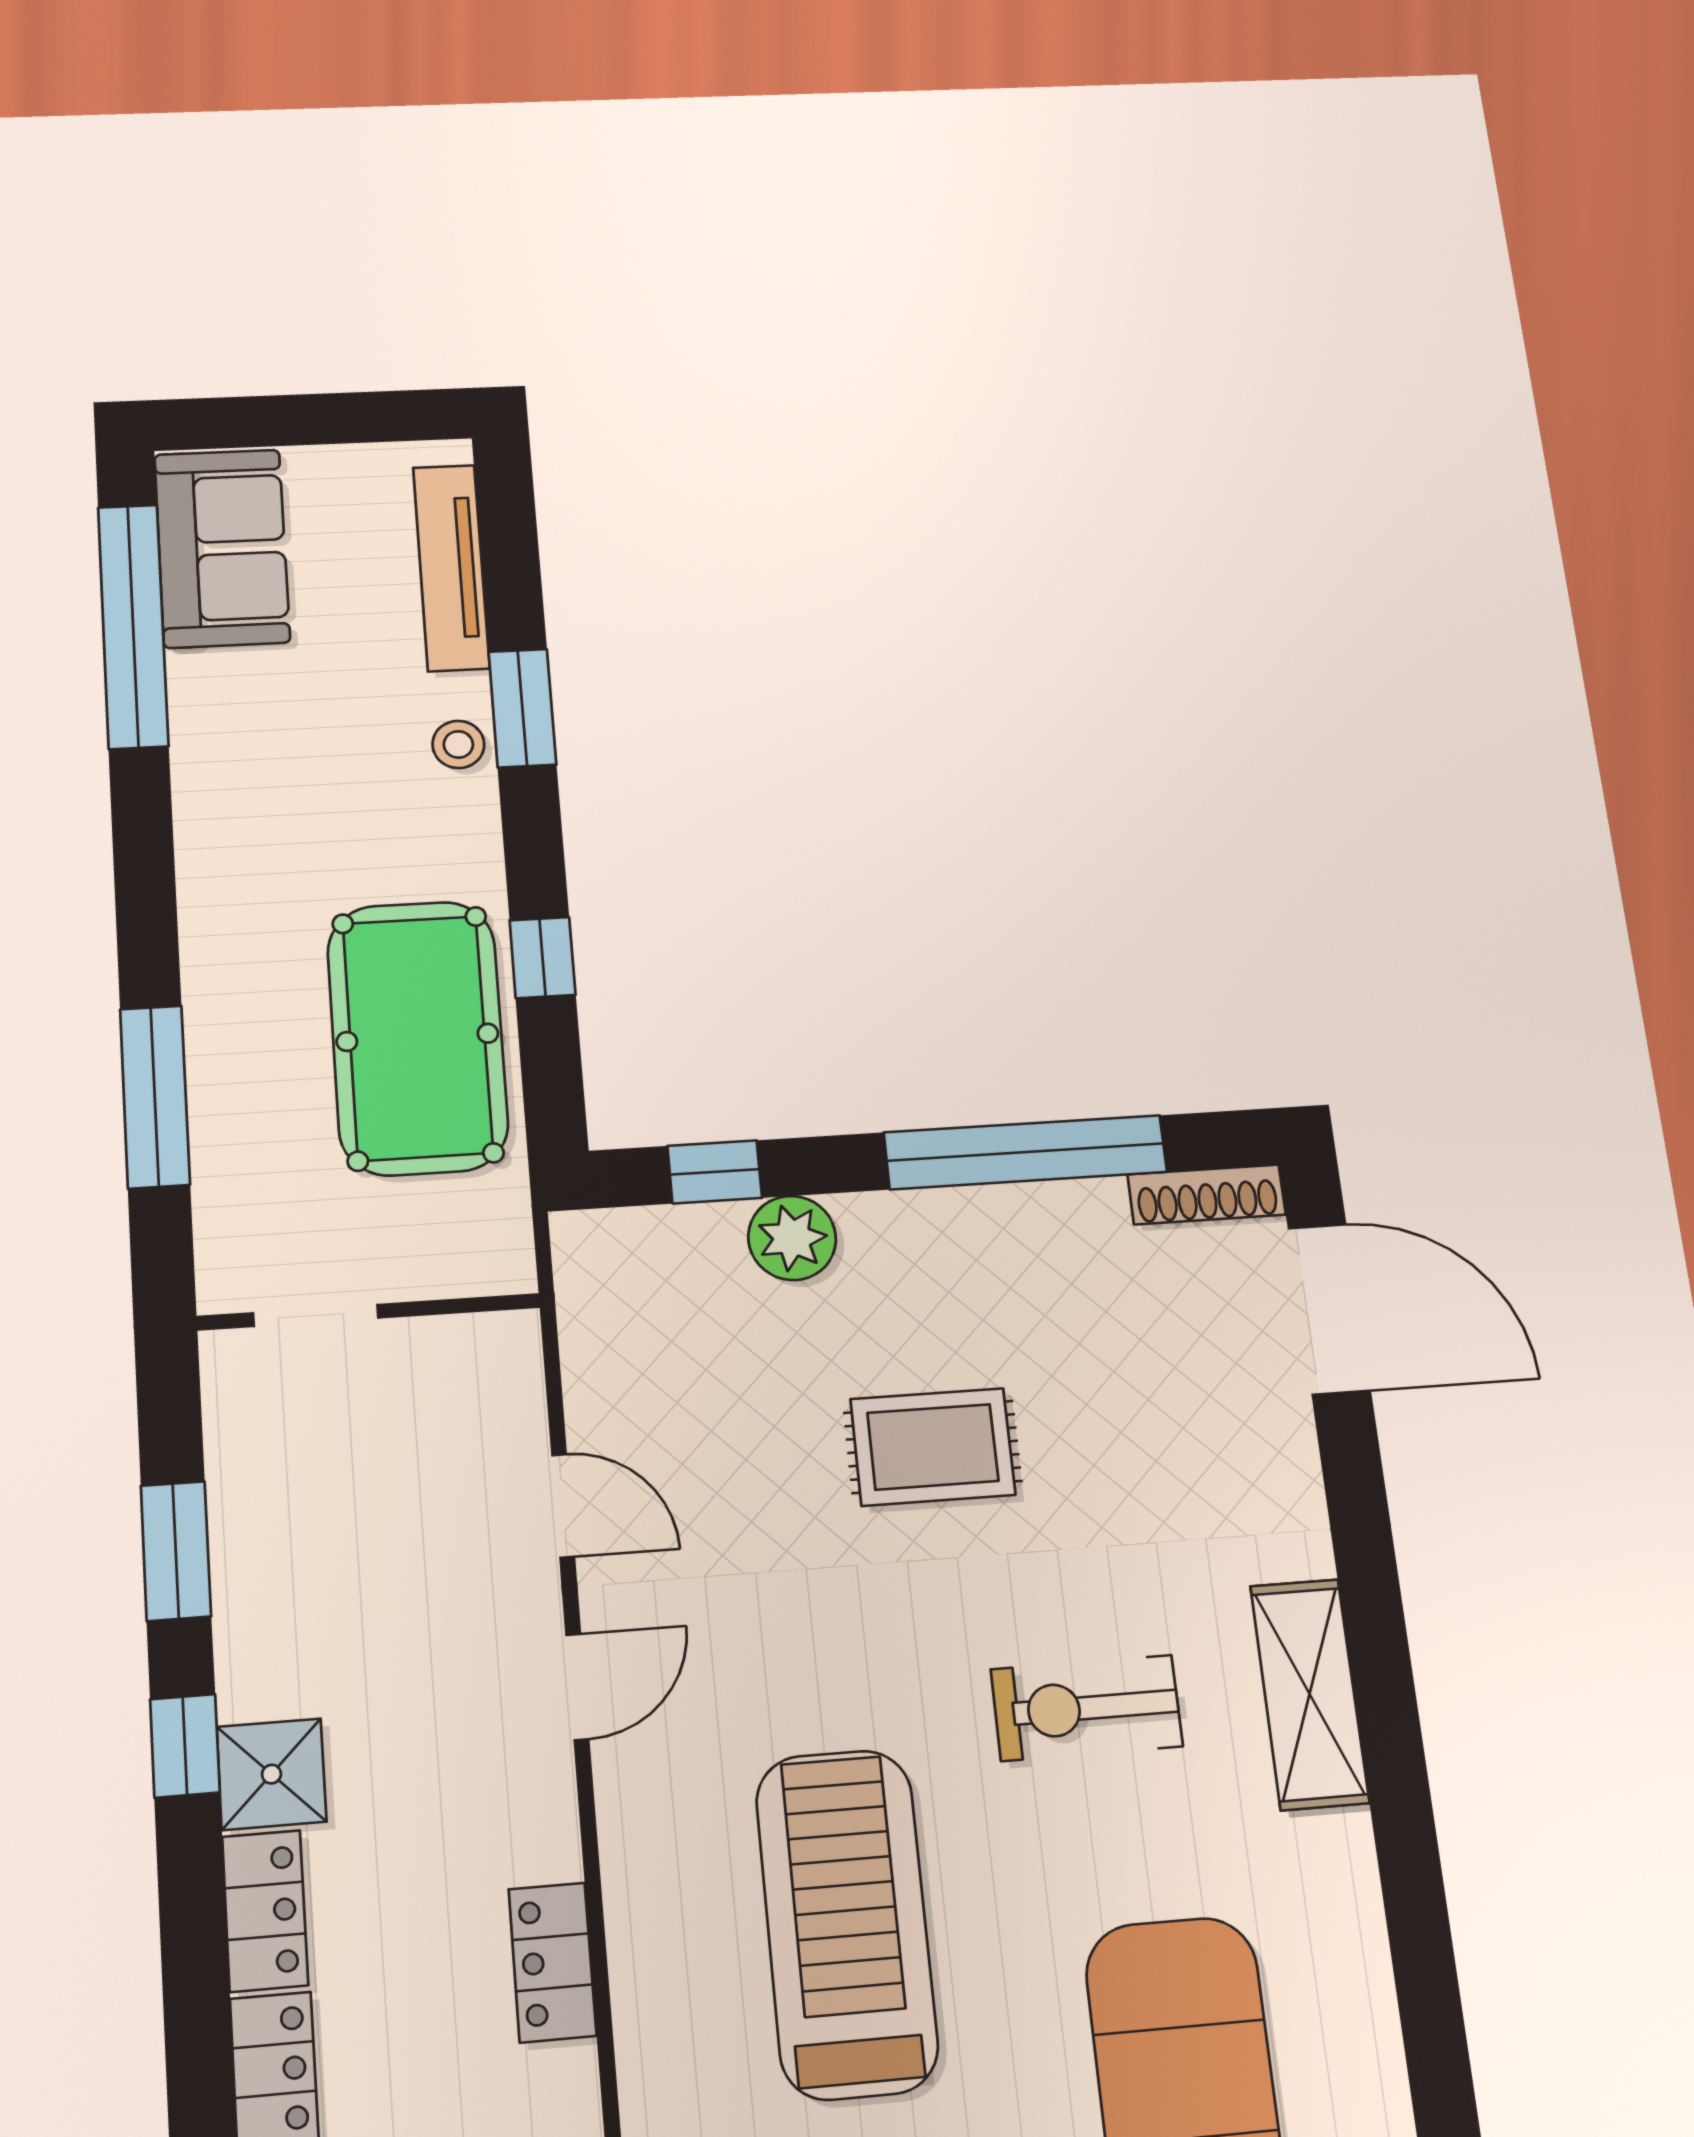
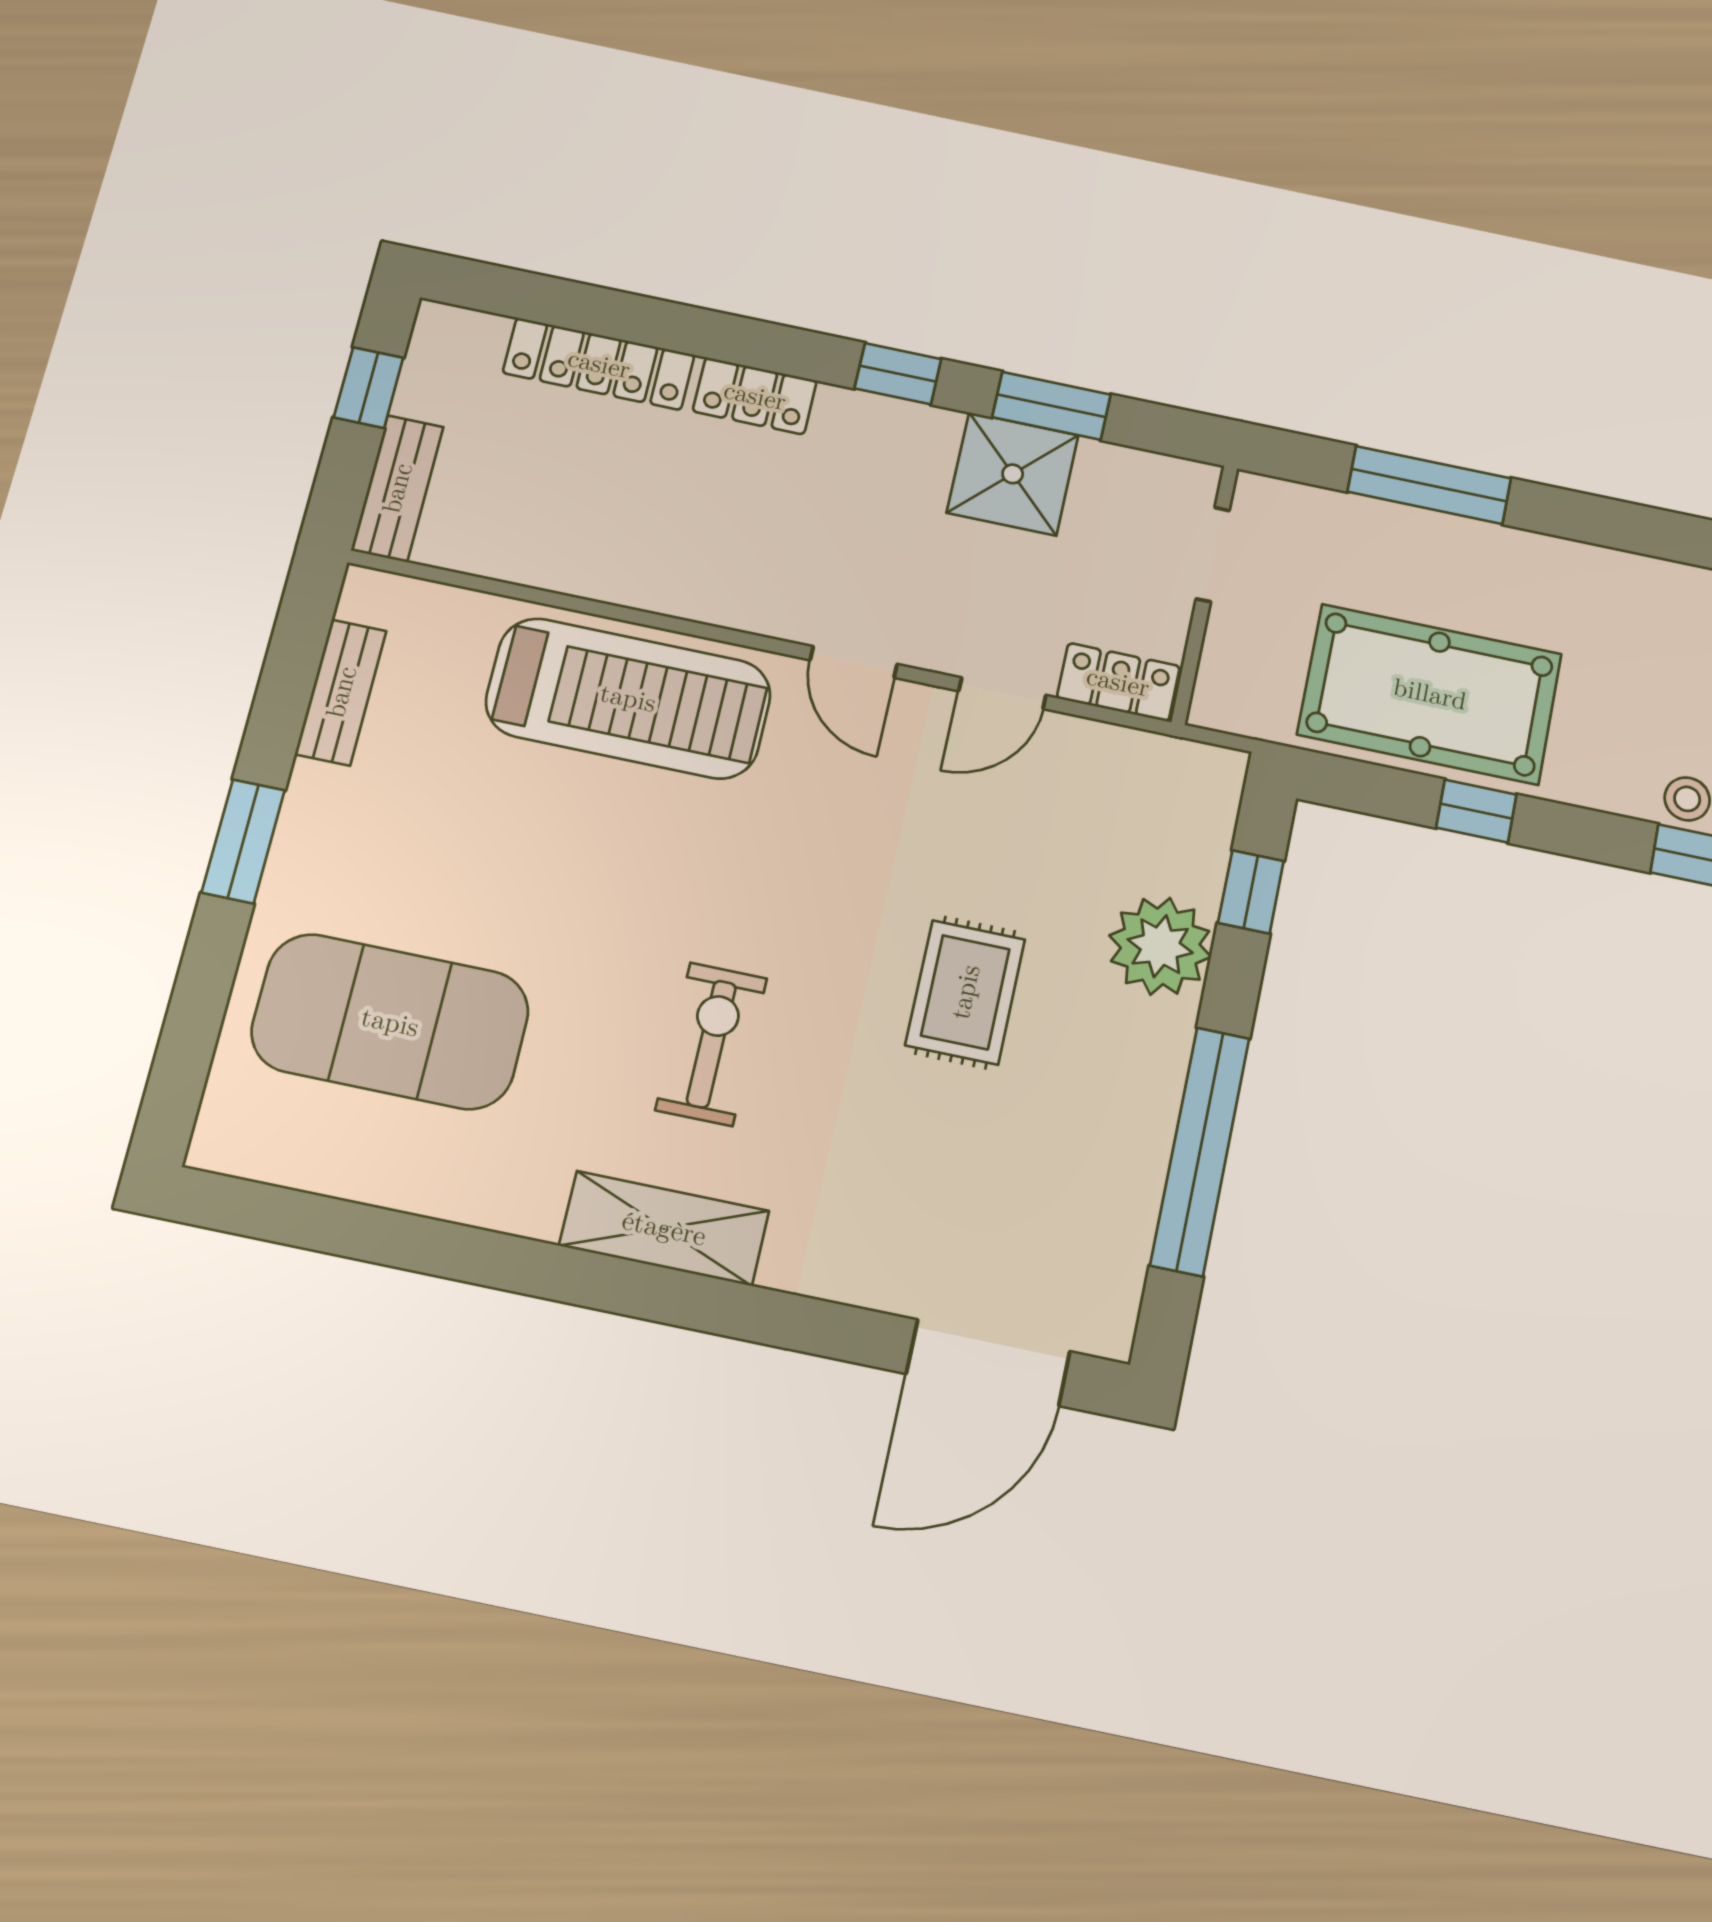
shoe rack: (1207, 1194) -> (1120, 1293), removed
plant: (792, 1238) -> (1160, 946), width x1.36, depth x1.36
shower: (271, 1774) -> (1013, 474), moved, width x1.36, depth x1.36
treadmill: (847, 1923) -> (628, 698), moved
locker: (552, 1962) -> (1118, 682), moved

